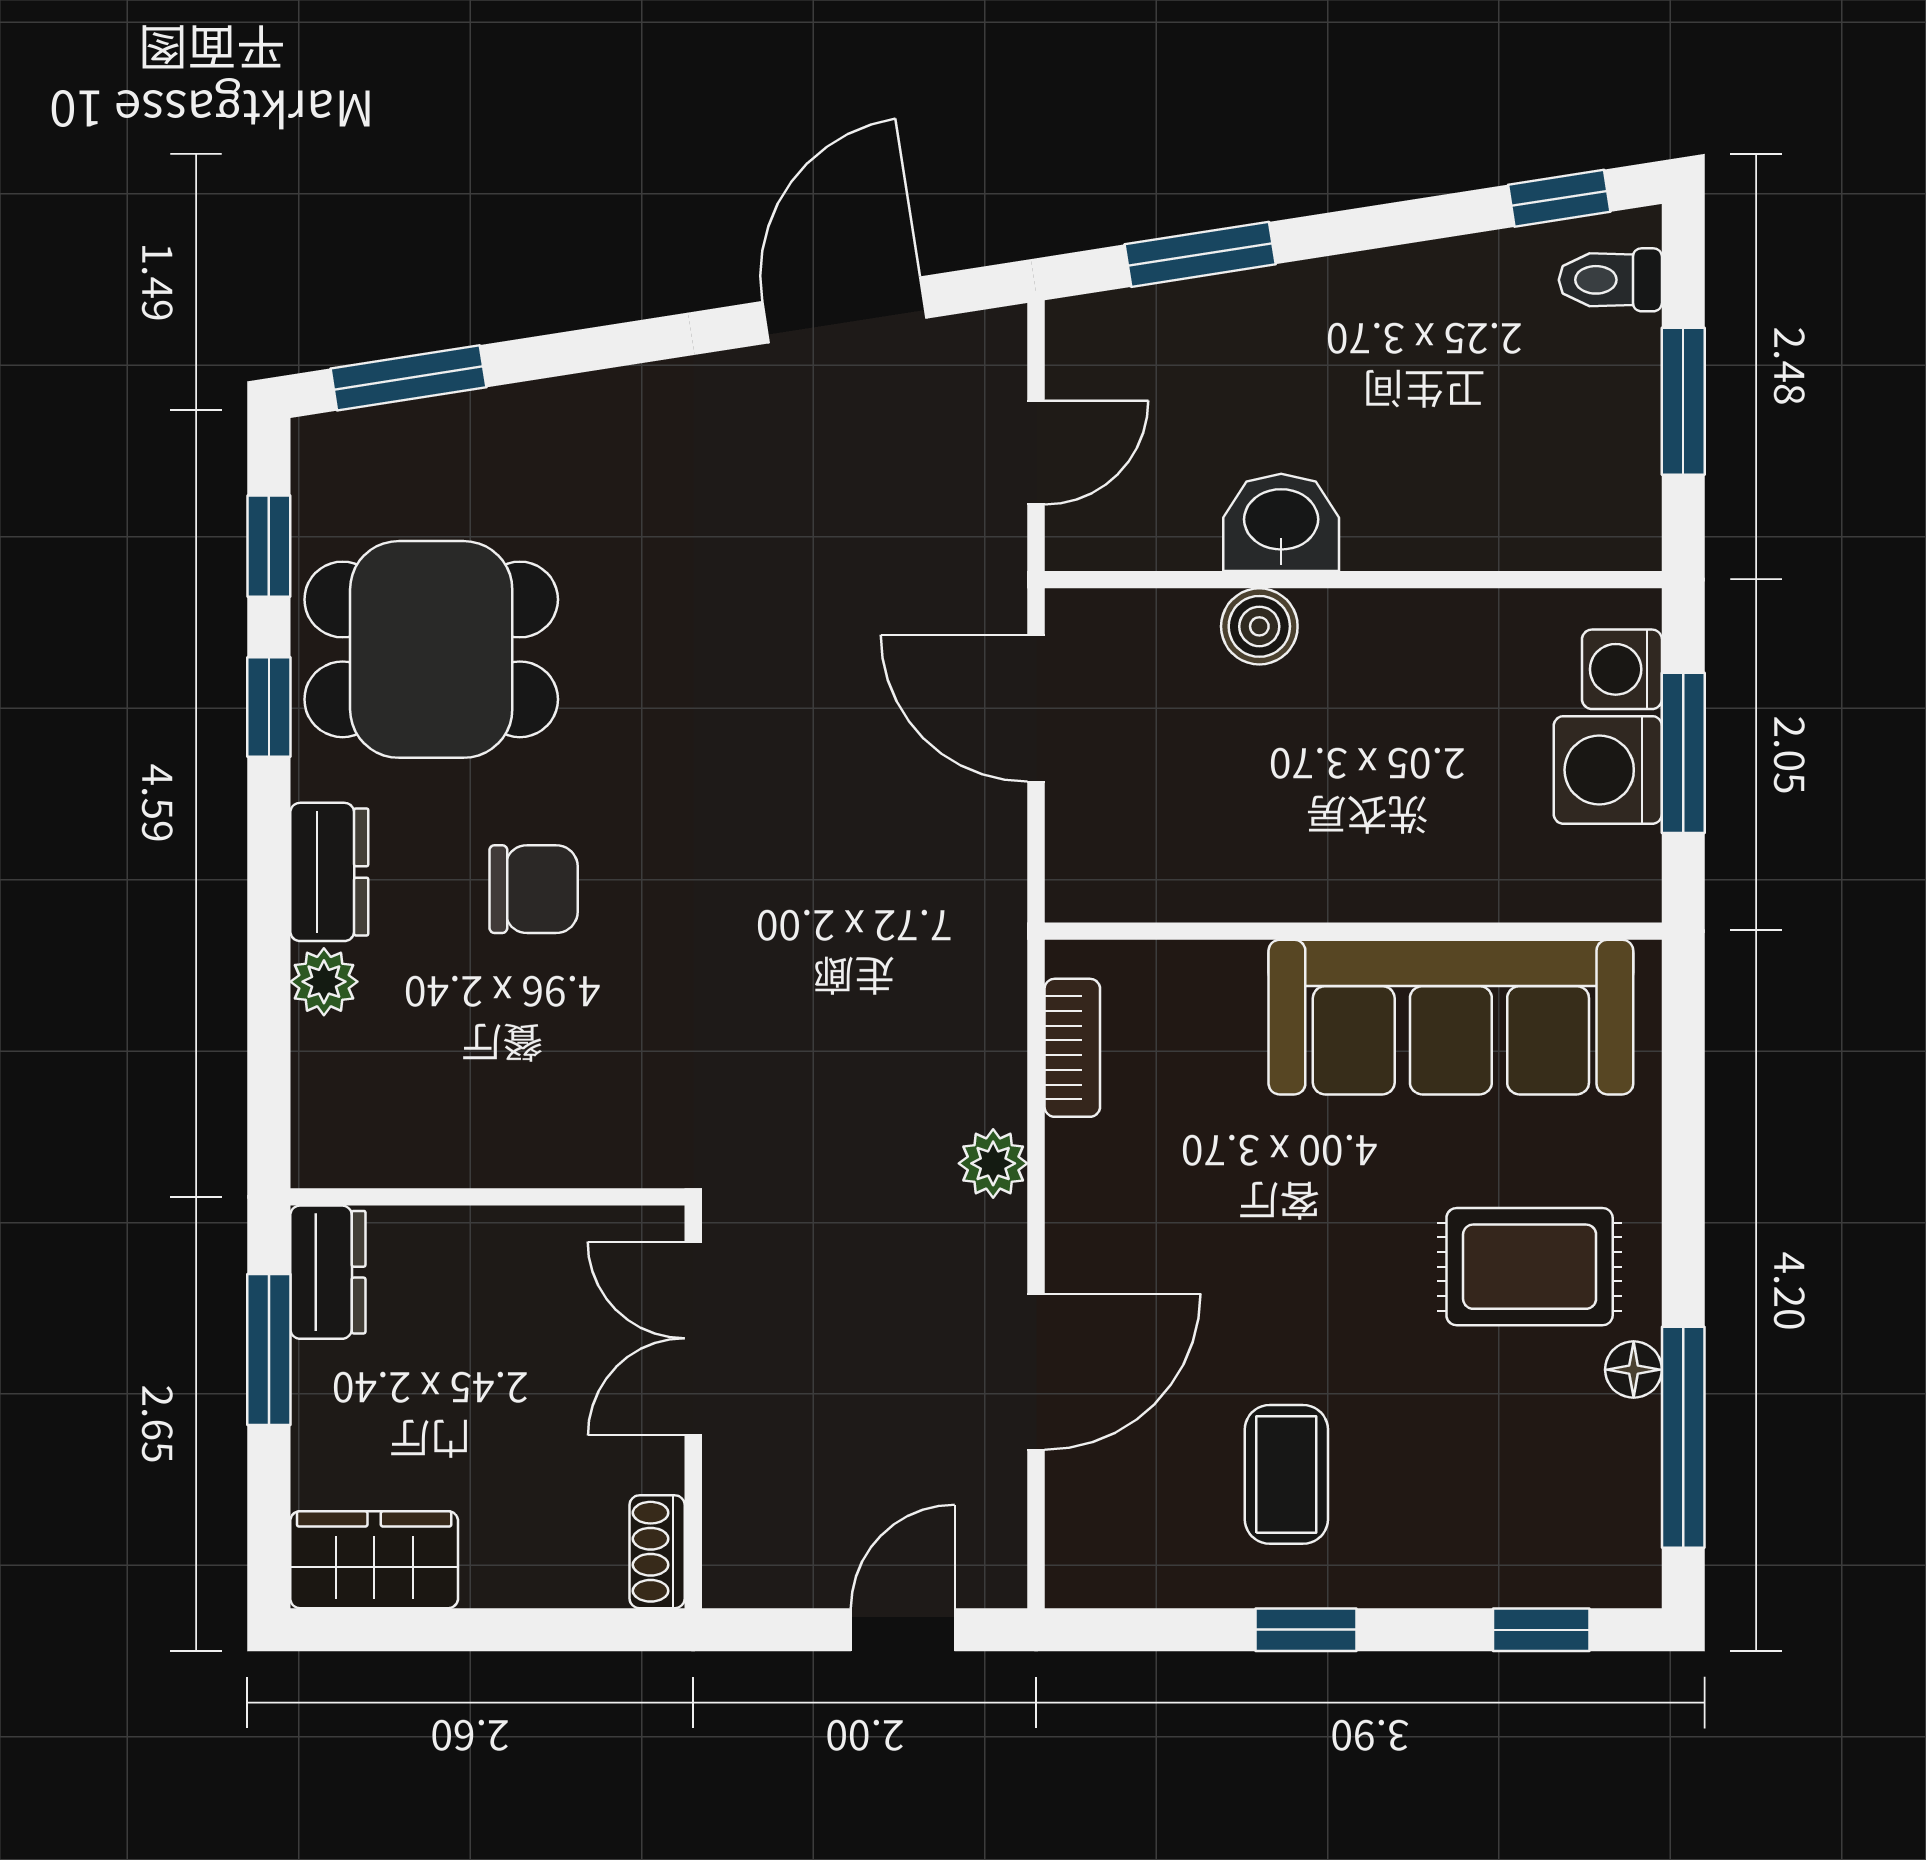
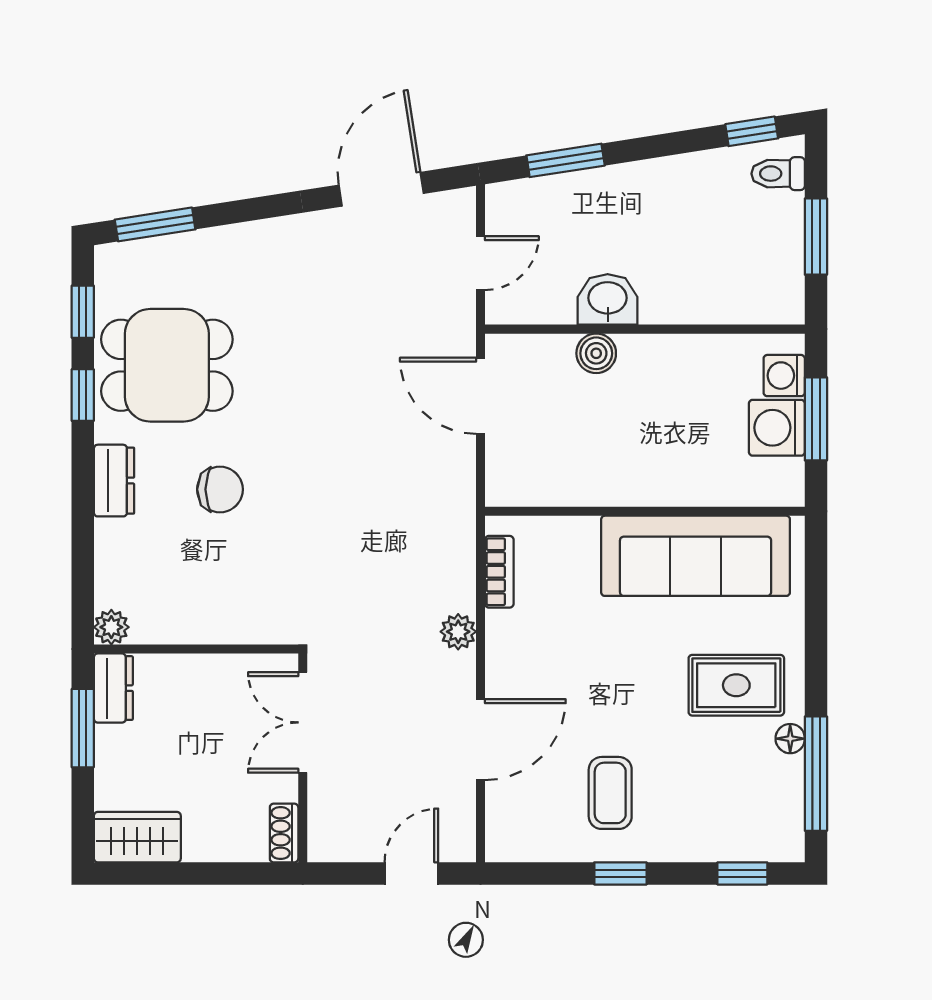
plant: (324, 982) -> (111, 627), moved

